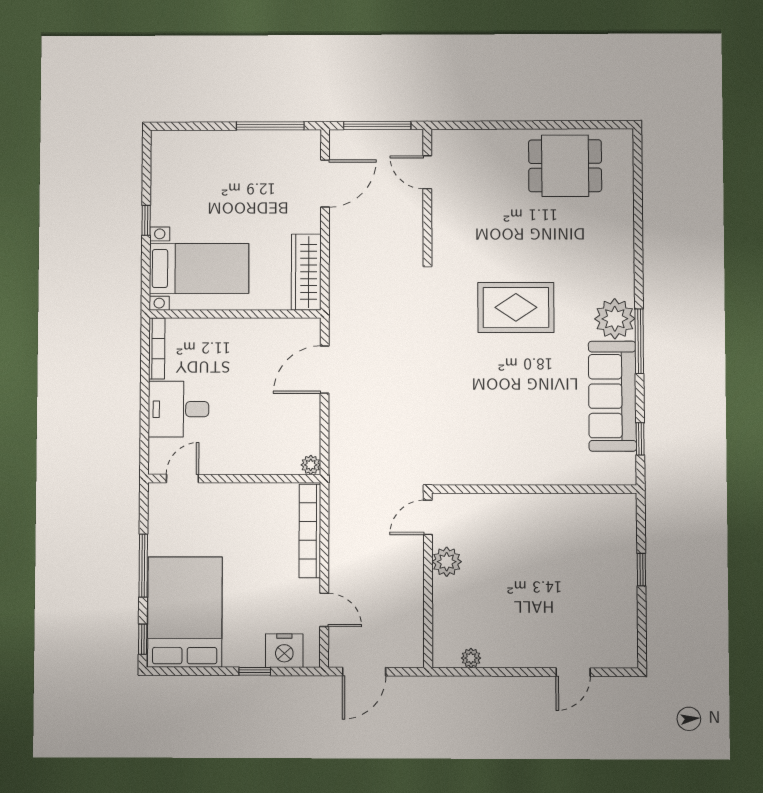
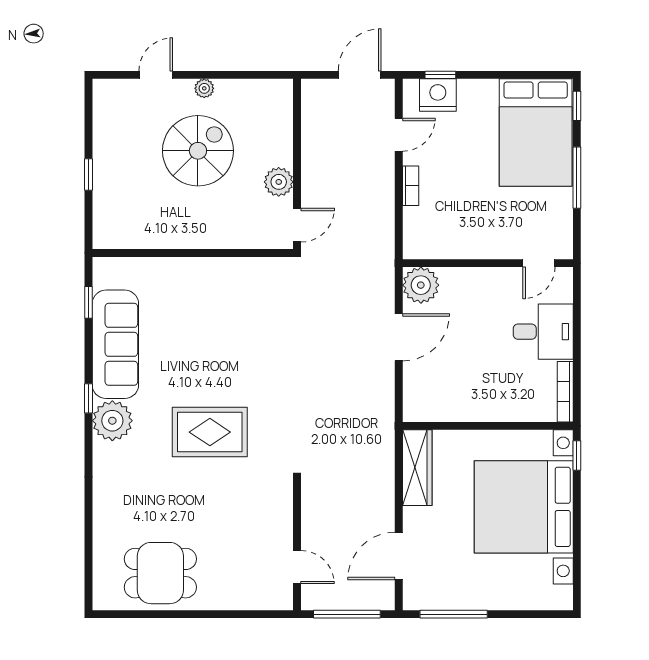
window: (146, 220) -> (577, 456), moved
bed with nightstands: (199, 268) -> (524, 507), width x1.85
window: (639, 341) -> (88, 398), width x0.46
door: (325, 370) -> (399, 337), moved
plant: (311, 465) -> (421, 285), width x1.87, depth x1.87
bookcase: (310, 531) -> (411, 186), width x0.43, depth x0.76
spiral stairs: (529, 594) -> (198, 151), added
door: (324, 610) -> (399, 135), swing flipped
plant: (471, 658) -> (204, 88), moved
window: (255, 671) -> (440, 75), moved

